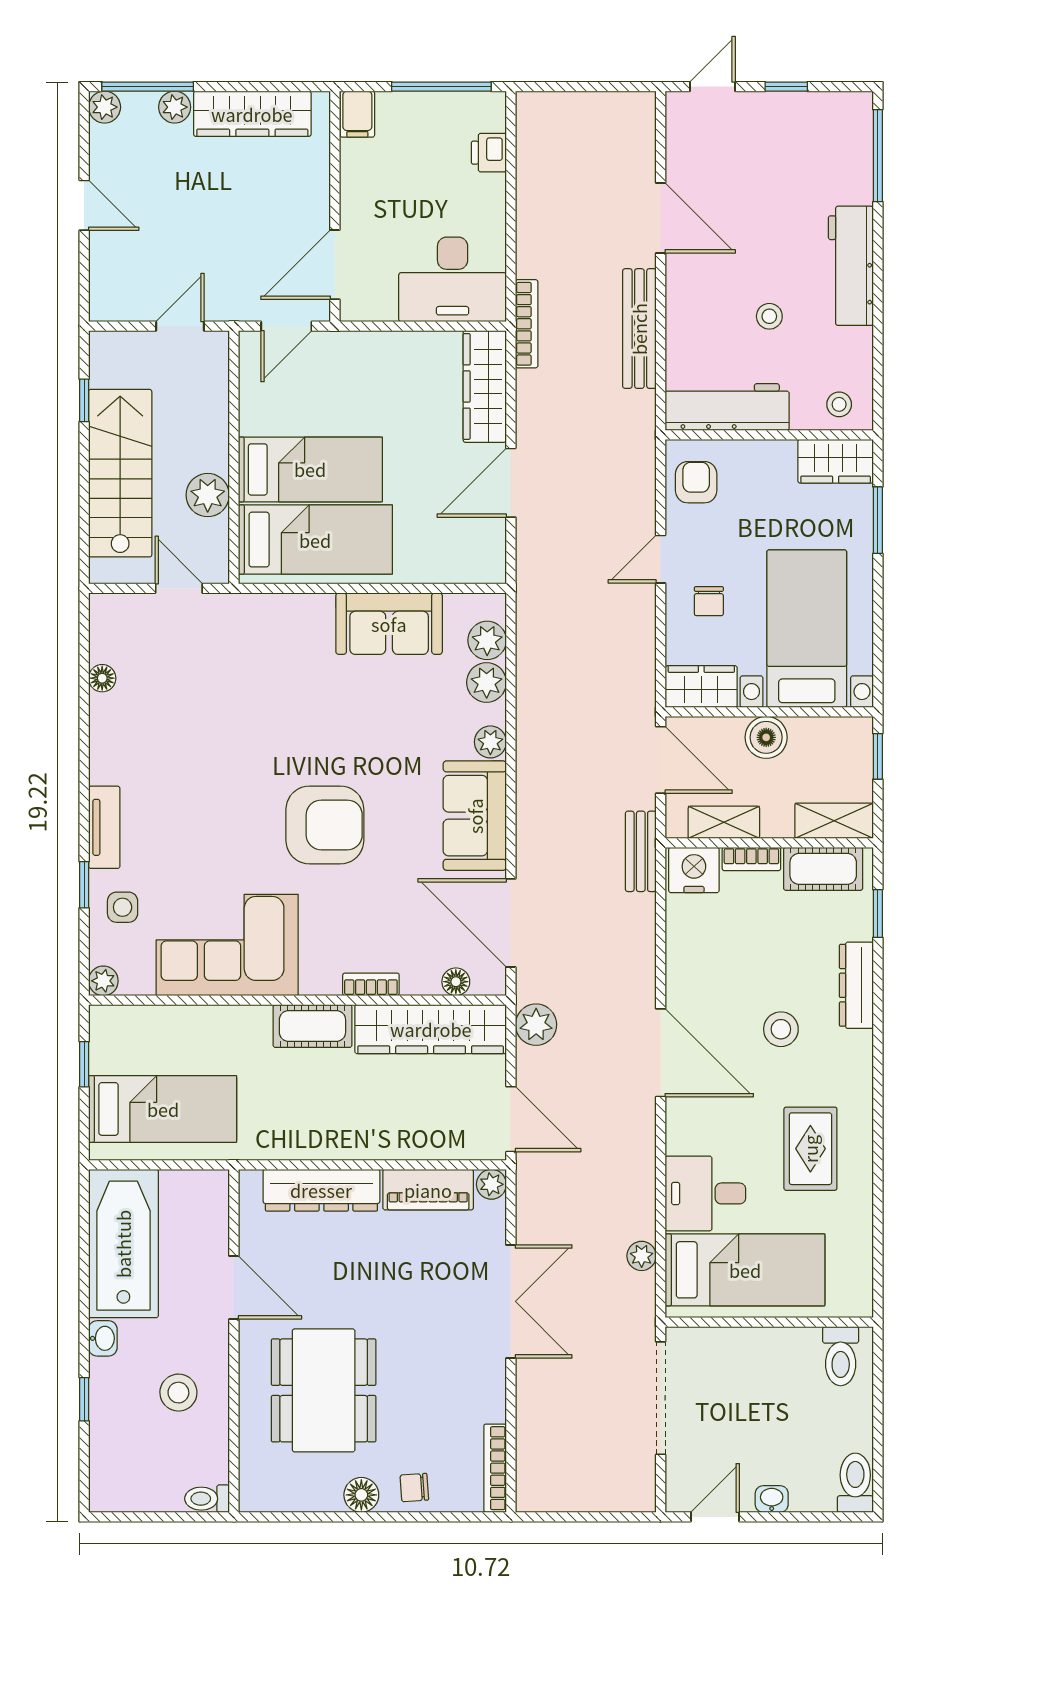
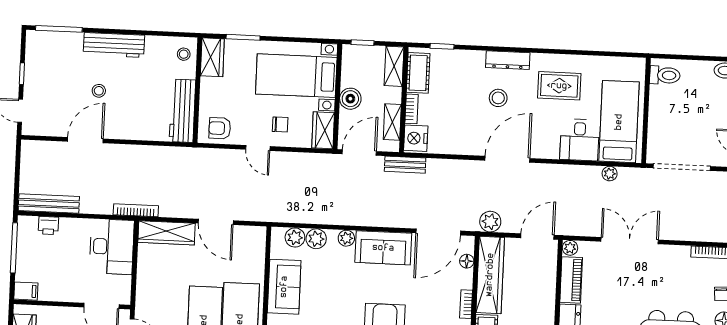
stool: (769, 316) -> (99, 91), moved
bench: (639, 329) -> (49, 204), moved
dresser: (856, 985) -> (508, 60), moved

